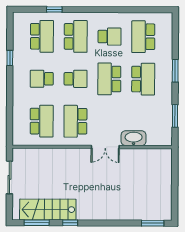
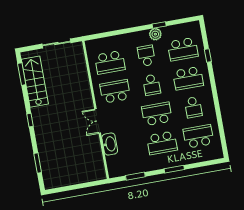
plant: (19, 64) -> (155, 34), added
window: (70, 223) -> (30, 120), moved
window: (153, 223) -> (38, 163), moved

